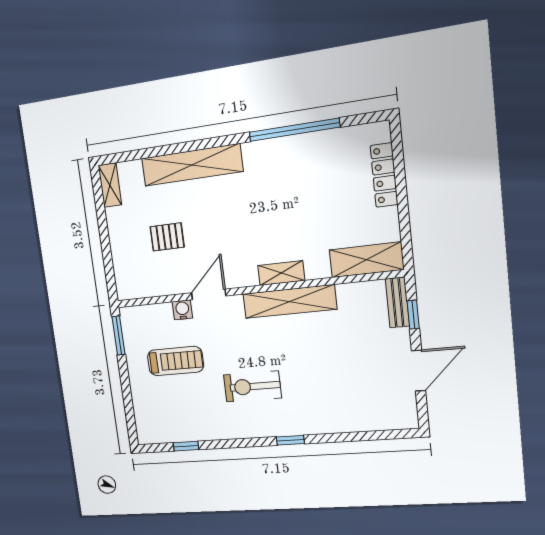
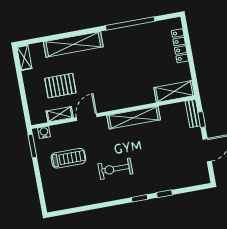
pallet: (167, 237) -> (60, 86), width x1.50, depth x1.42
shelving: (281, 273) -> (60, 114), moved
water cooler: (182, 310) -> (44, 132), moved
window: (186, 446) -> (164, 194), moved

